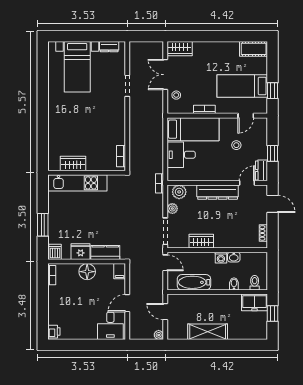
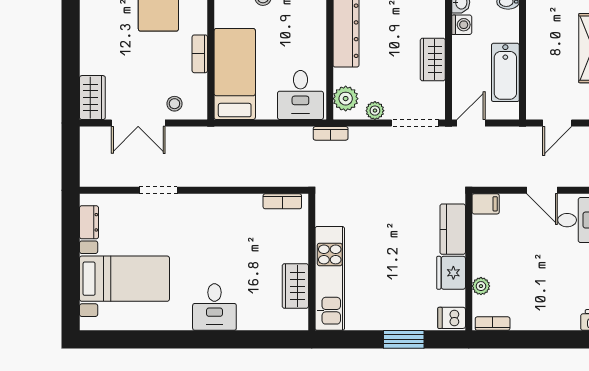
desk: (61, 118) -> (214, 307), added
desk: (181, 155) -> (300, 95), moved
plant: (73, 269) -> (481, 286), added
floor lamp: (87, 272) -> (486, 261), removed

